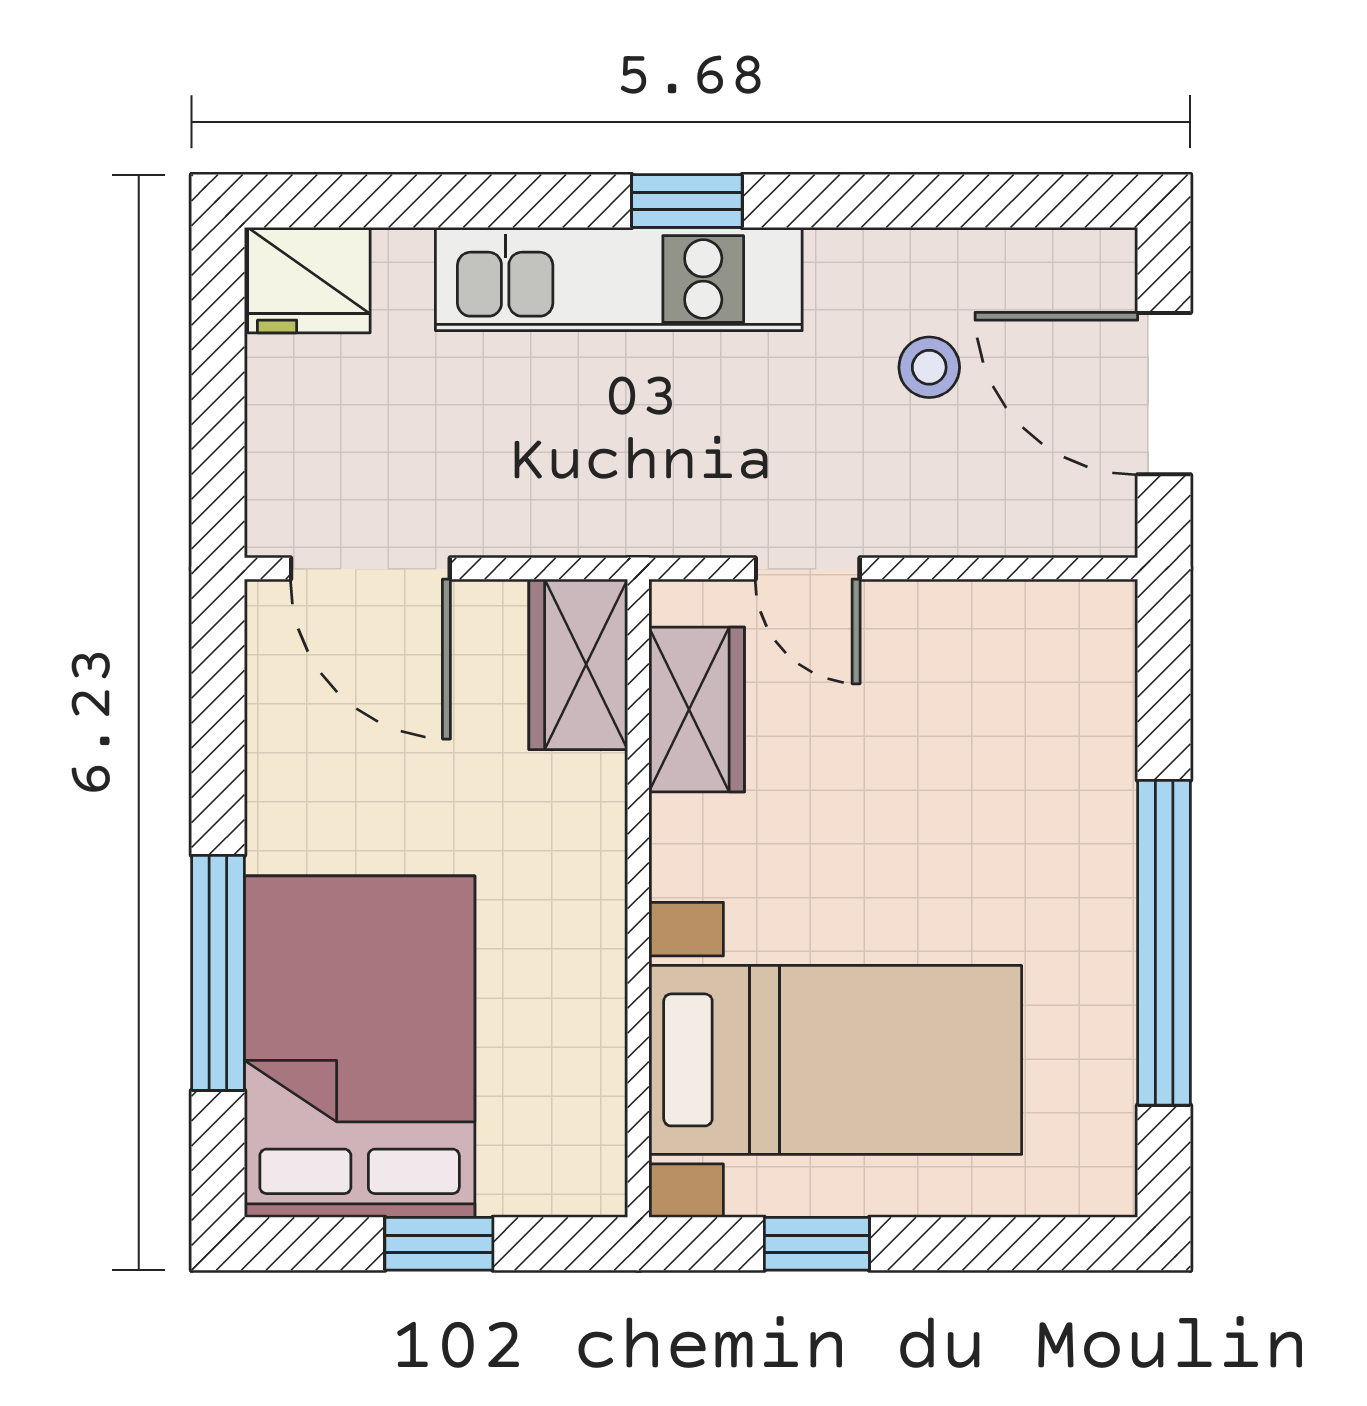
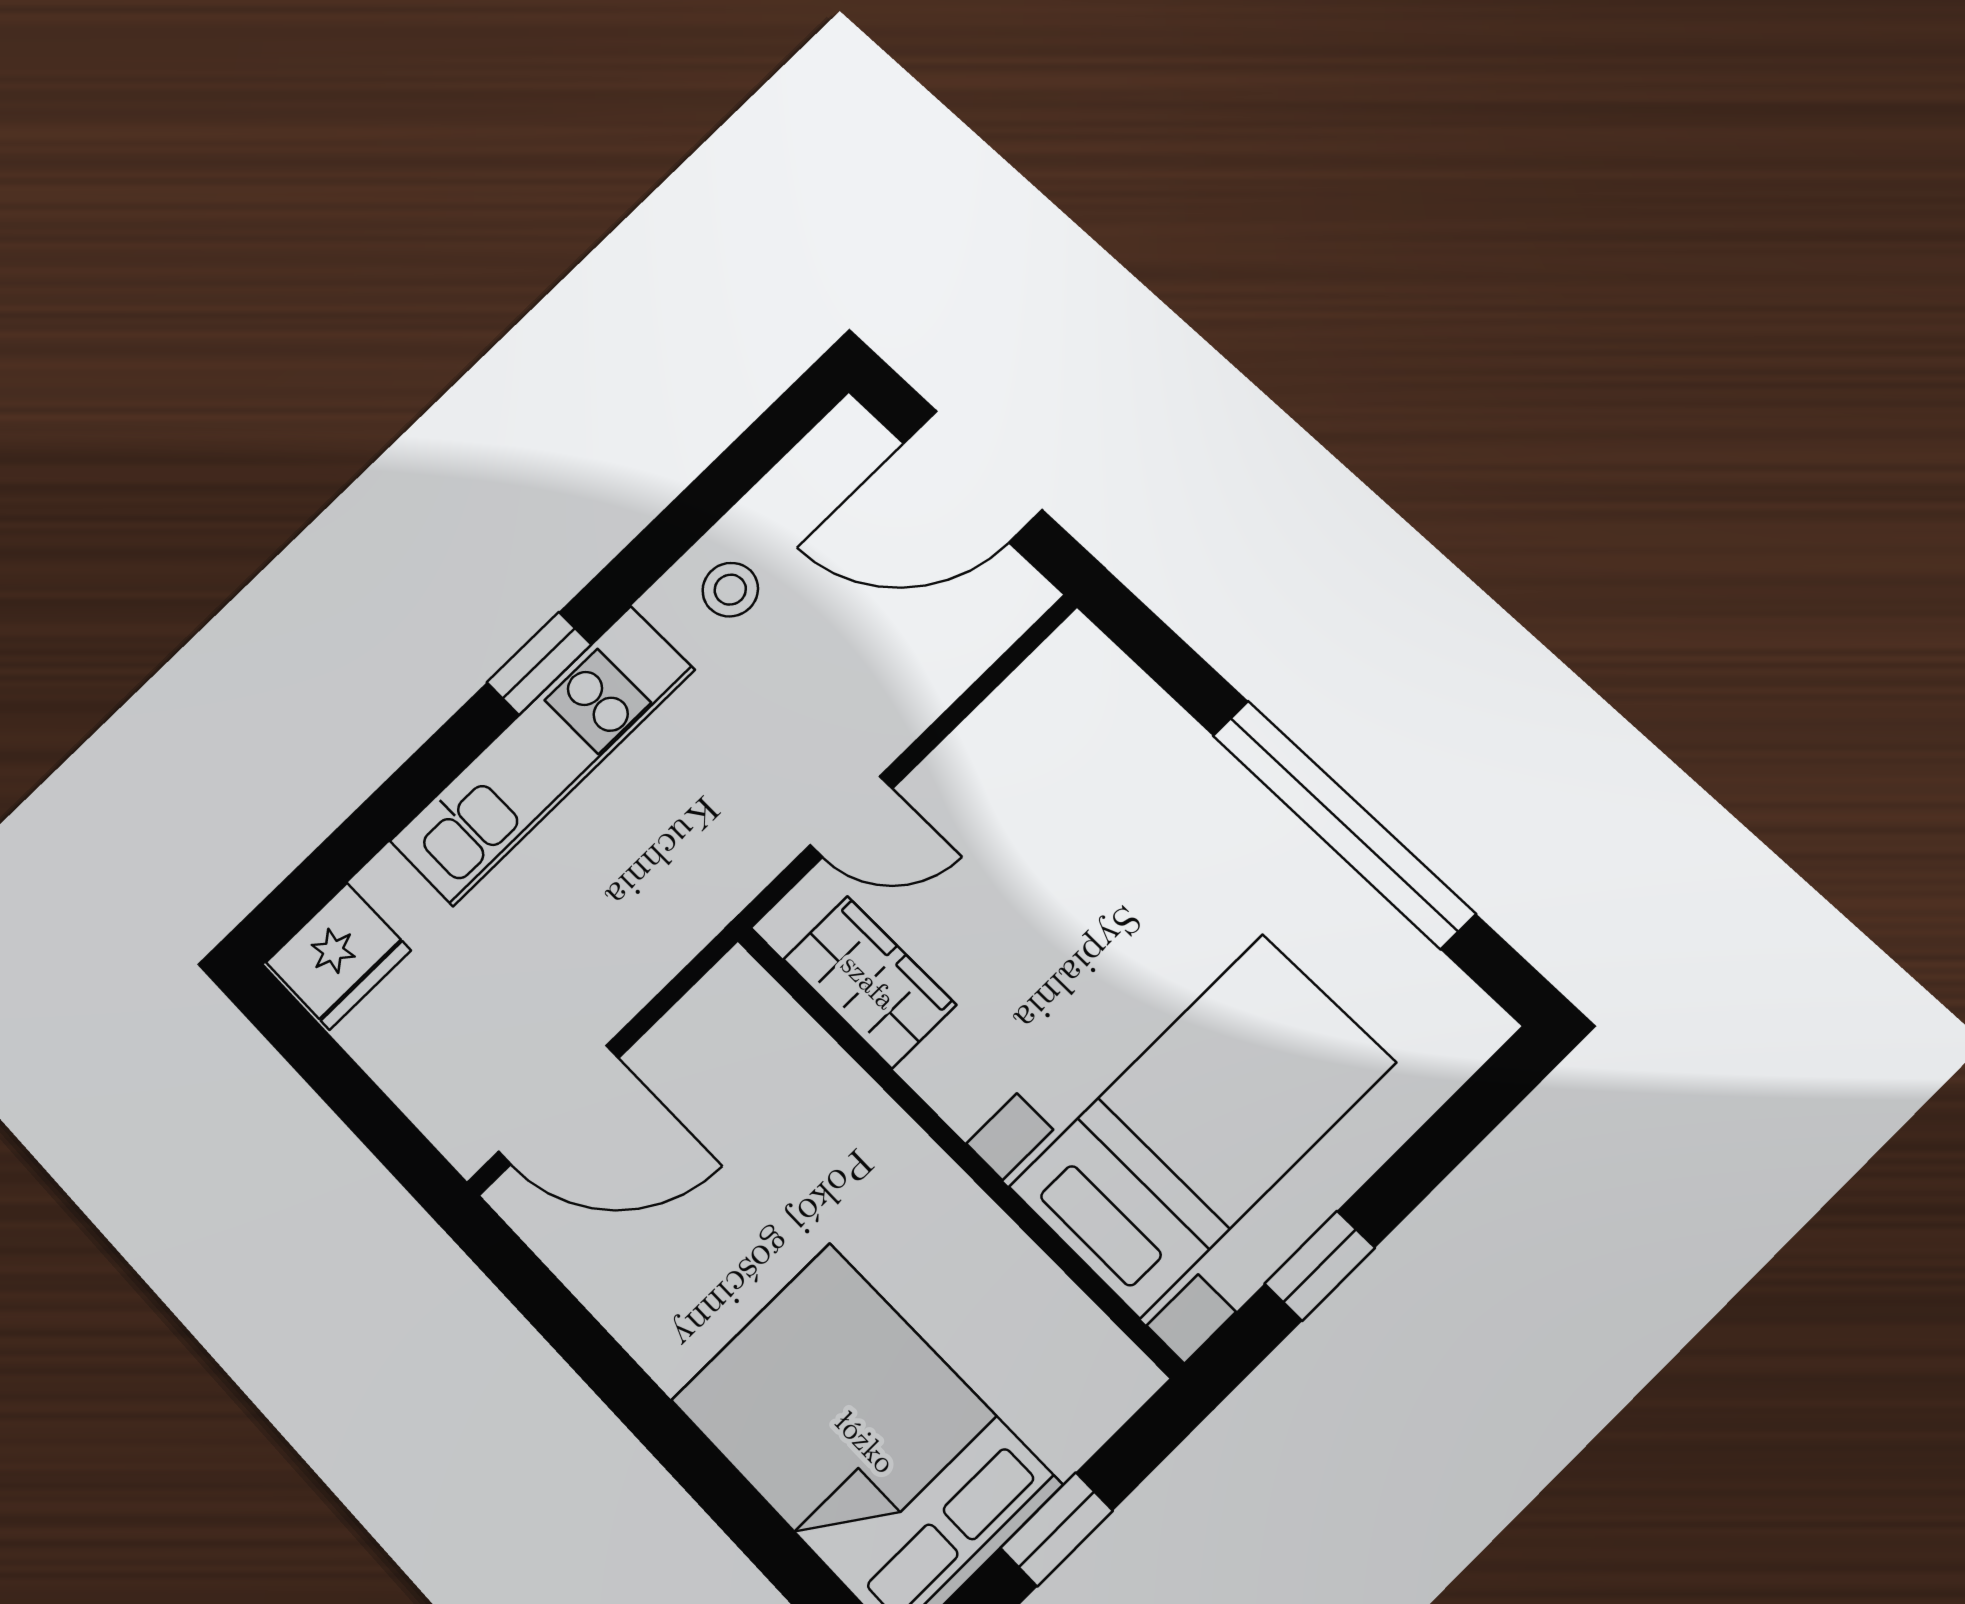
stool: (929, 367) -> (730, 590), moved
wardrobe: (578, 664) -> (760, 1031), removed
window: (218, 973) -> (717, 1487), removed

